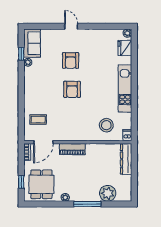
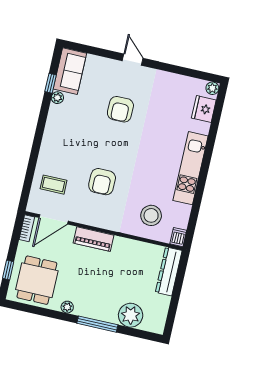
armchair: (72, 89) -> (102, 182), moved

